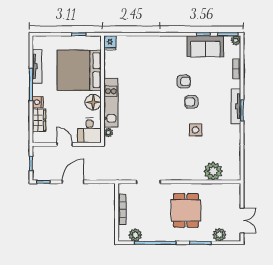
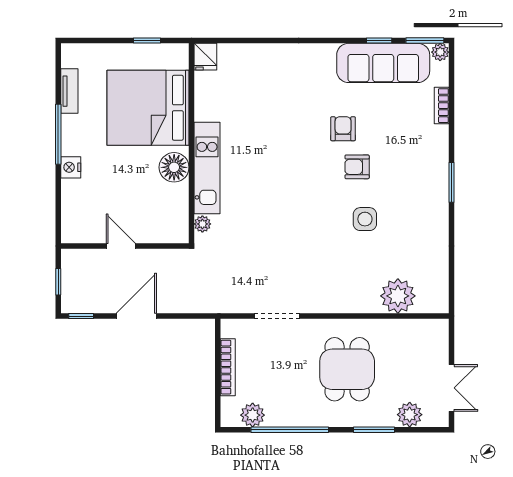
sofa: (205, 46) -> (383, 63), width x1.36
tv unit: (37, 66) -> (69, 91), width x0.71
armchair: (184, 81) -> (343, 129), turned -90
tv unit: (236, 106) -> (440, 175), removed
wardrobe: (39, 120) -> (73, 201), removed
desk: (90, 130) -> (167, 220), removed

